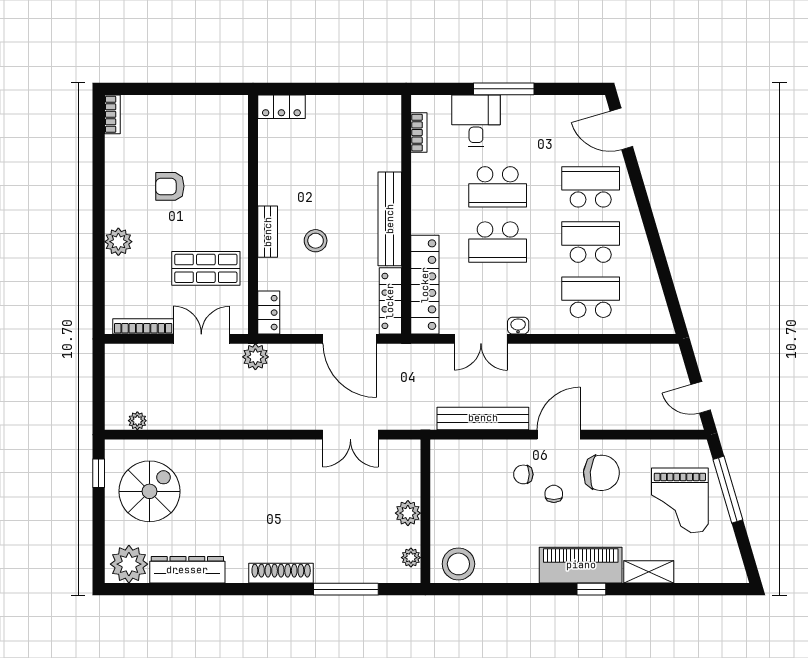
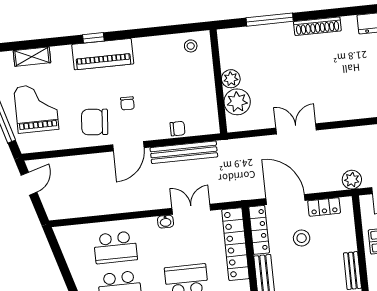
stool: (316, 241) -> (302, 238), moved
locker: (269, 313) -> (324, 207), moved, turned -90
door: (701, 397) -> (29, 184), hinge flipped
double door: (350, 435) -> (296, 129), moved
chair: (523, 474) -> (178, 129), moved
plant: (411, 558) -> (237, 102), moved, width x1.88, depth x1.88
stool: (458, 564) -> (191, 46), width x0.53, depth x0.53
shelving: (649, 572) -> (32, 57), moved

